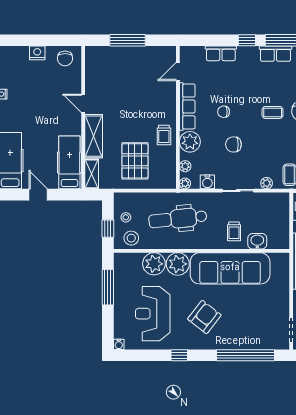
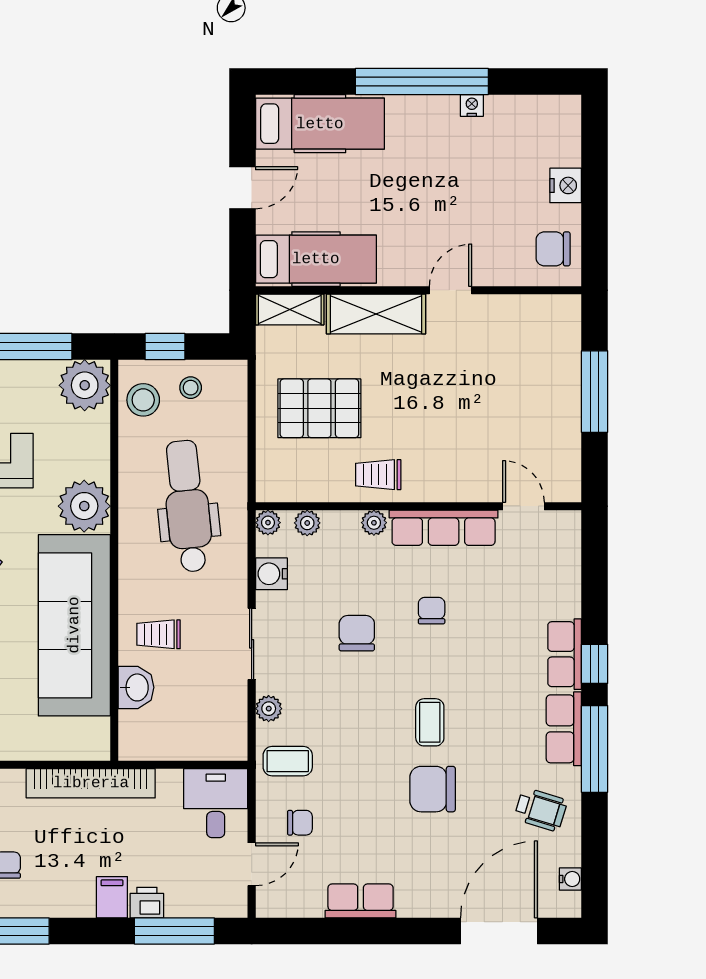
row of seats: (221, 53) -> (565, 654), moved
plant: (190, 142) -> (374, 523), width x0.53, depth x0.53
plant: (154, 264) -> (85, 385), moved

